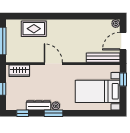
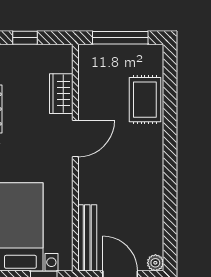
wardrobe: (19, 71) -> (61, 94), moved

